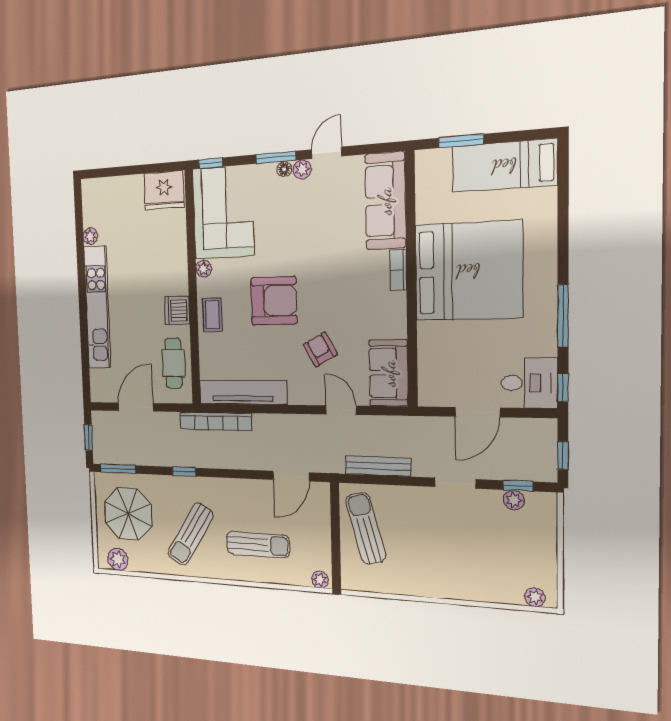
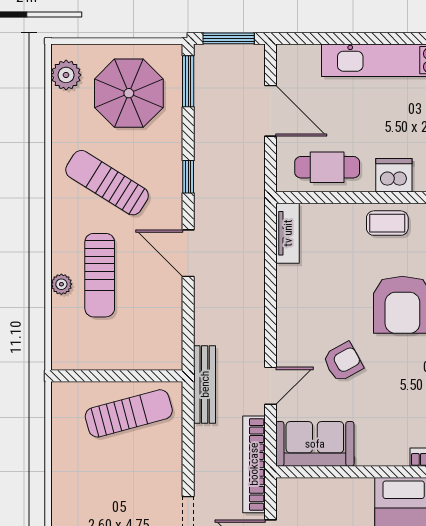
tv unit: (243, 392) -> (288, 233), width x0.52, depth x0.78
bookcase: (216, 421) -> (254, 464), moved
window: (89, 438) -> (229, 38), width x1.50
bench: (378, 466) -> (205, 384), moved
door: (291, 476) -> (188, 253), moved
plant: (320, 580) -> (61, 284), moved

